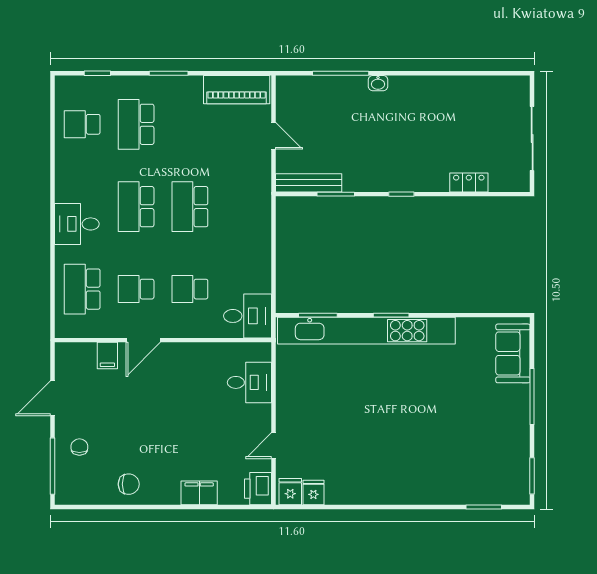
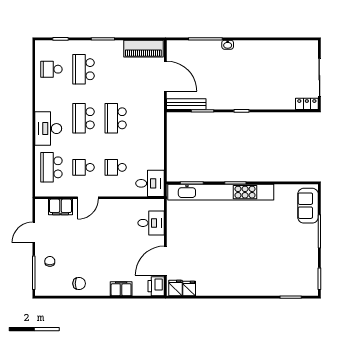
door: (273, 136) -> (165, 76), width x1.88
locker: (469, 182) -> (307, 104), moved
desk: (77, 224) -> (48, 129), width x1.37
filing cabinet: (107, 355) -> (60, 207), width x2.00
door: (273, 446) -> (165, 261), width x1.87

